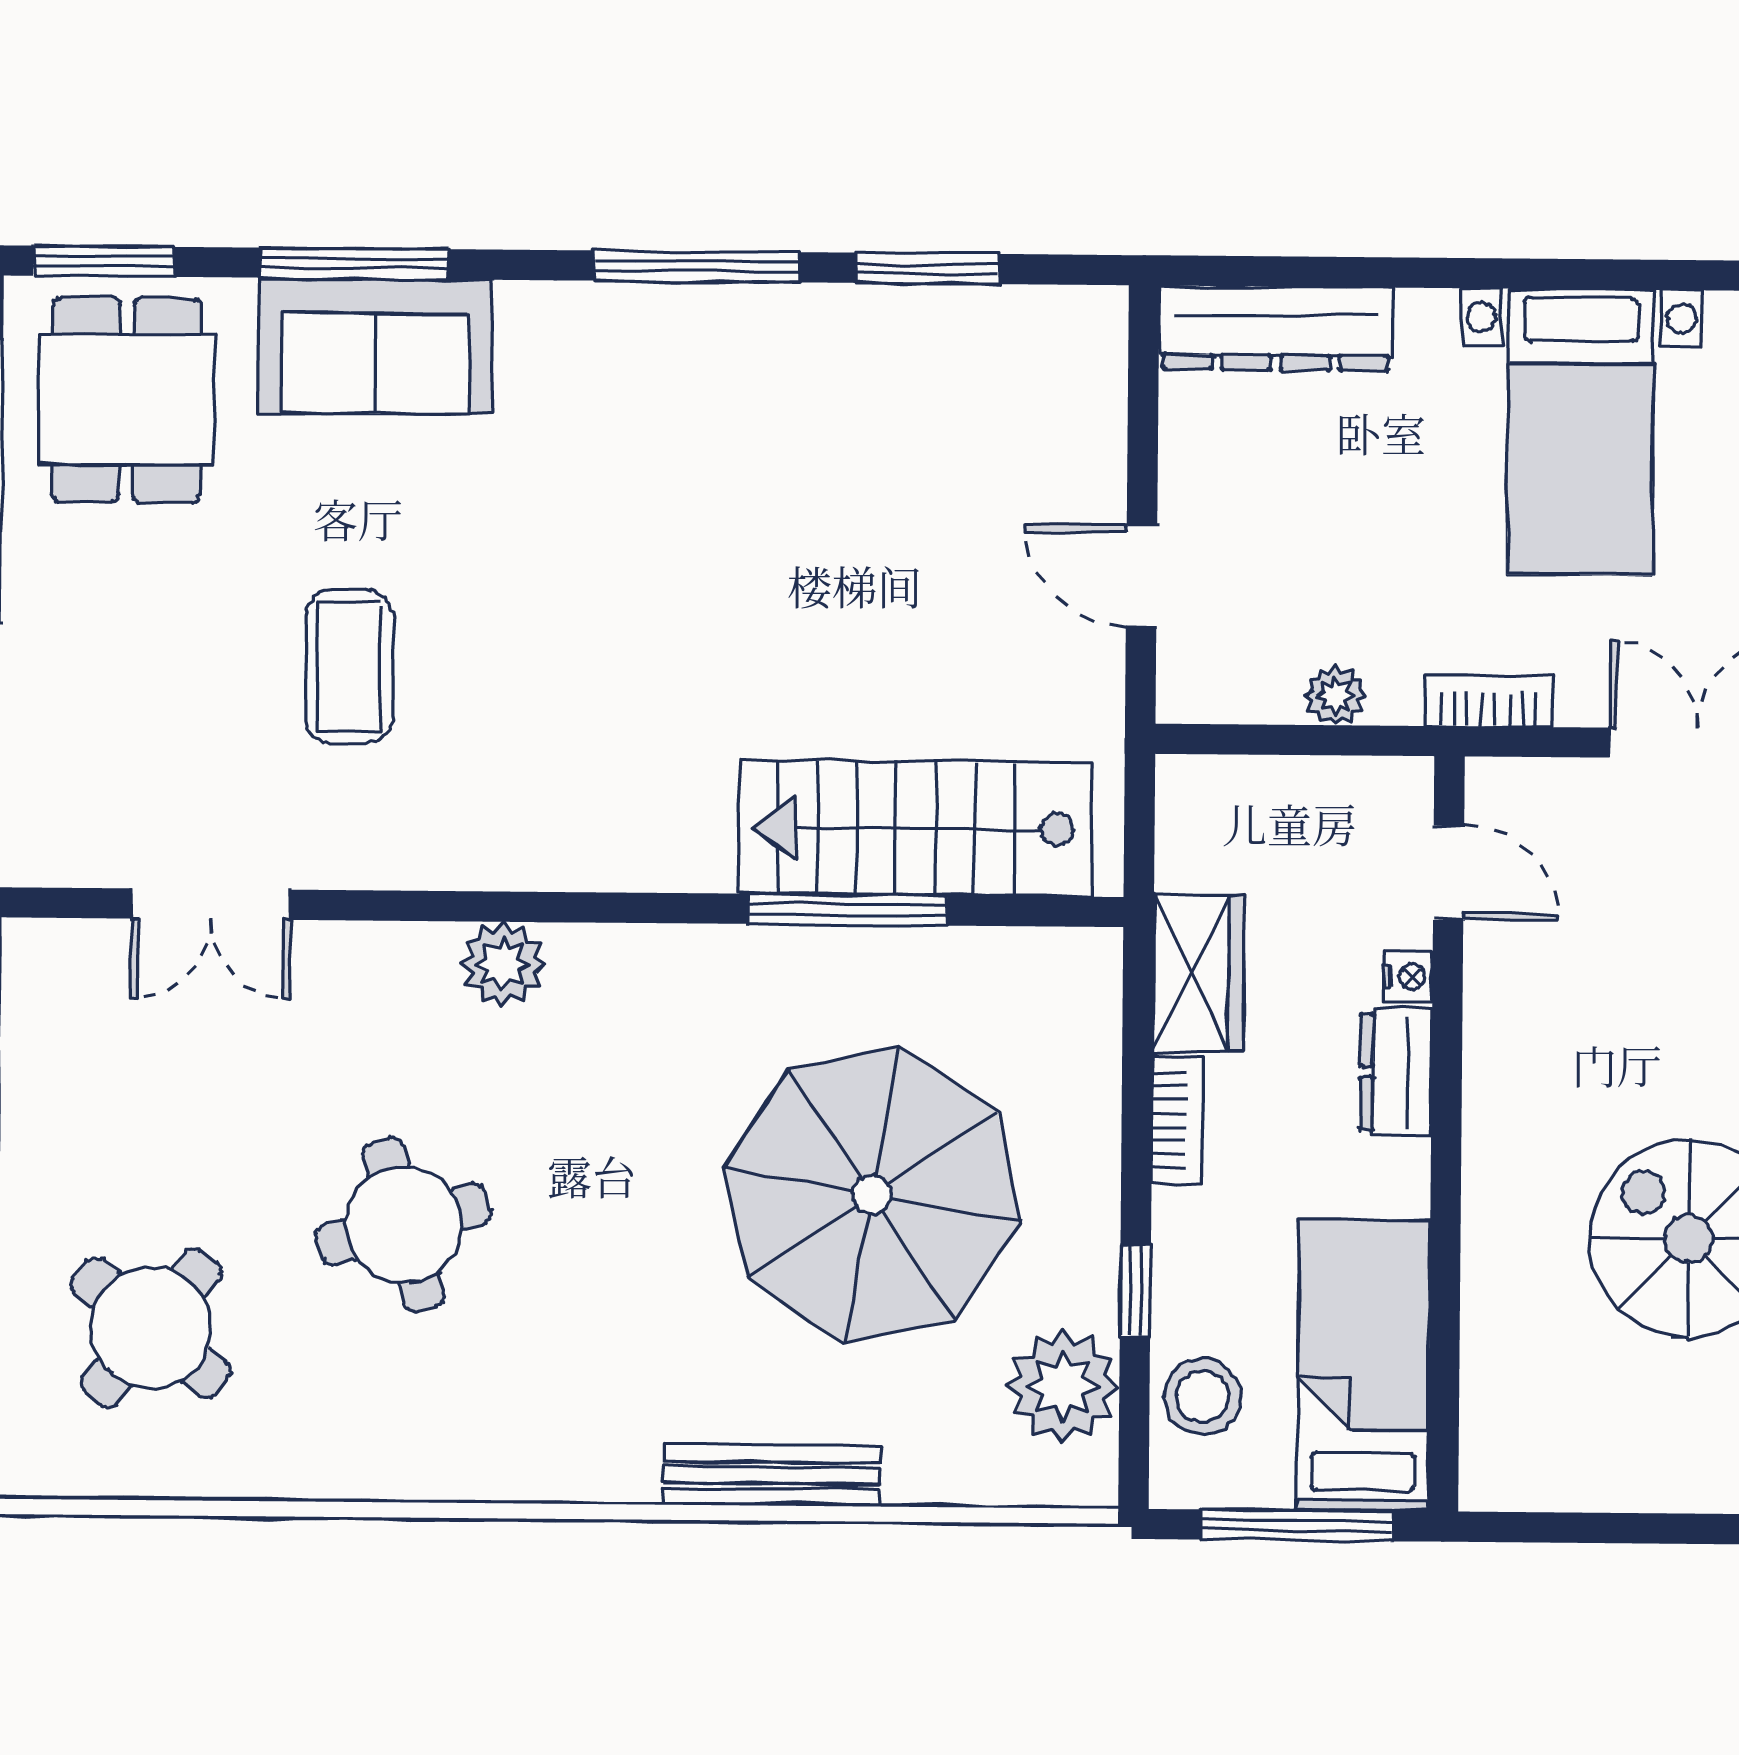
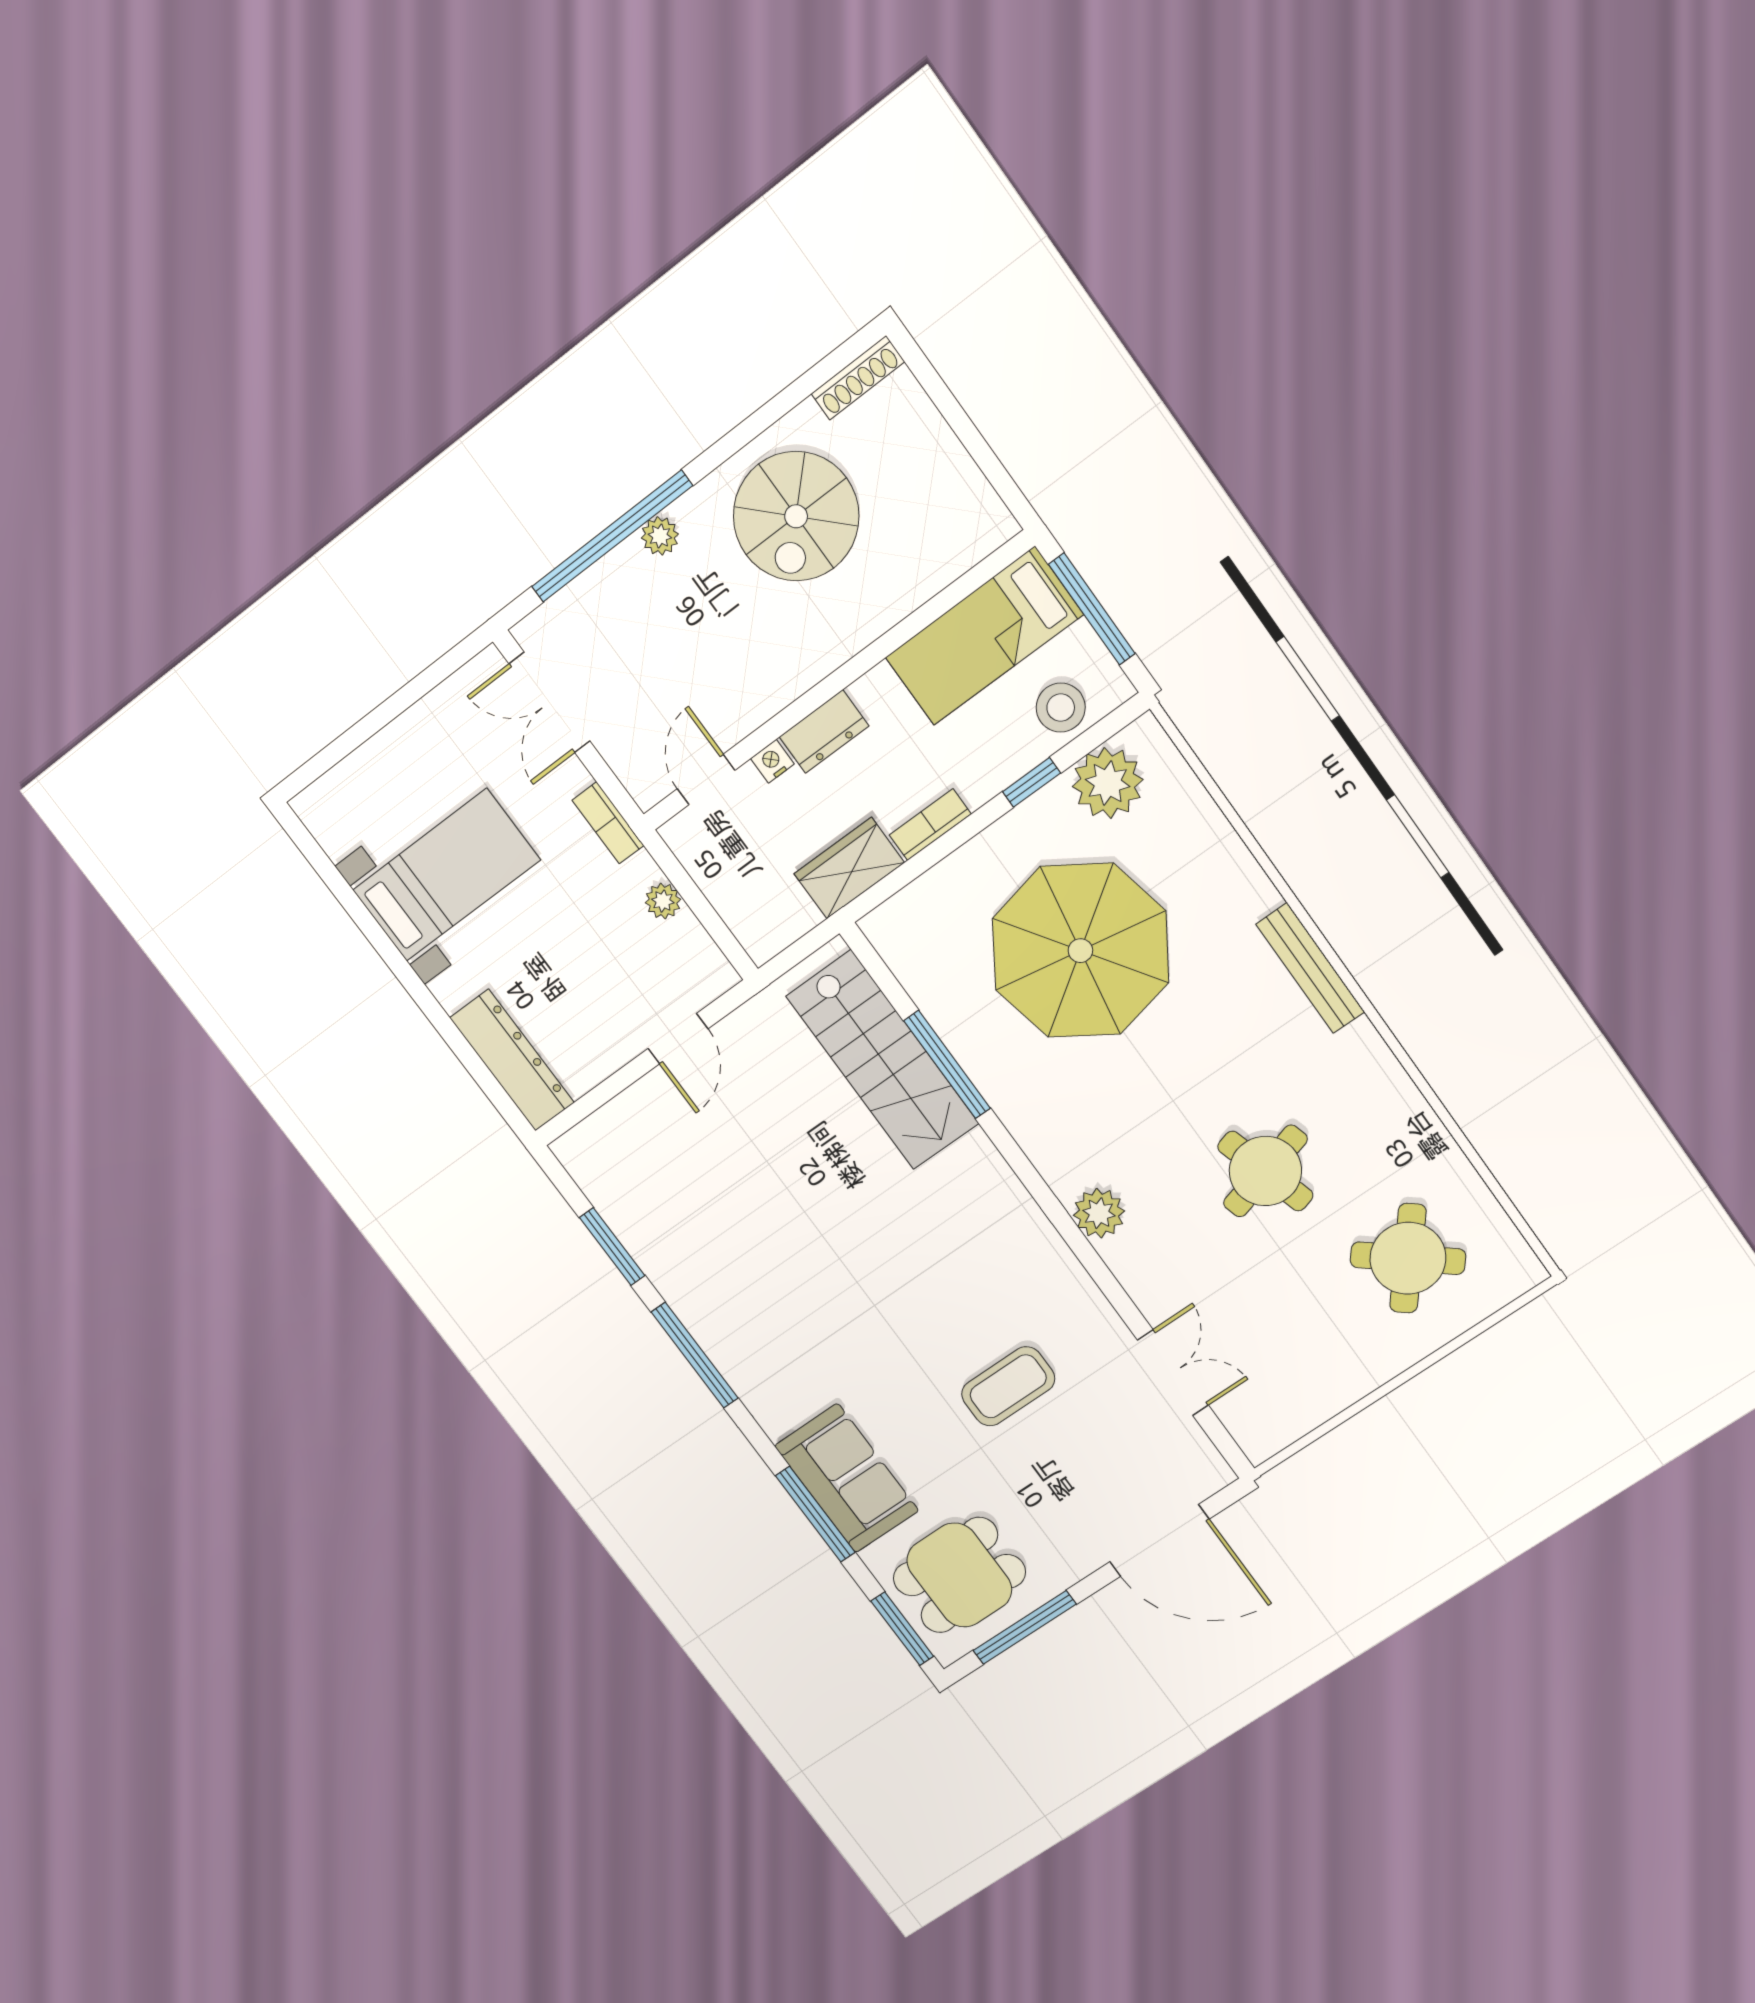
bench: (772, 1475) -> (1310, 968), moved

